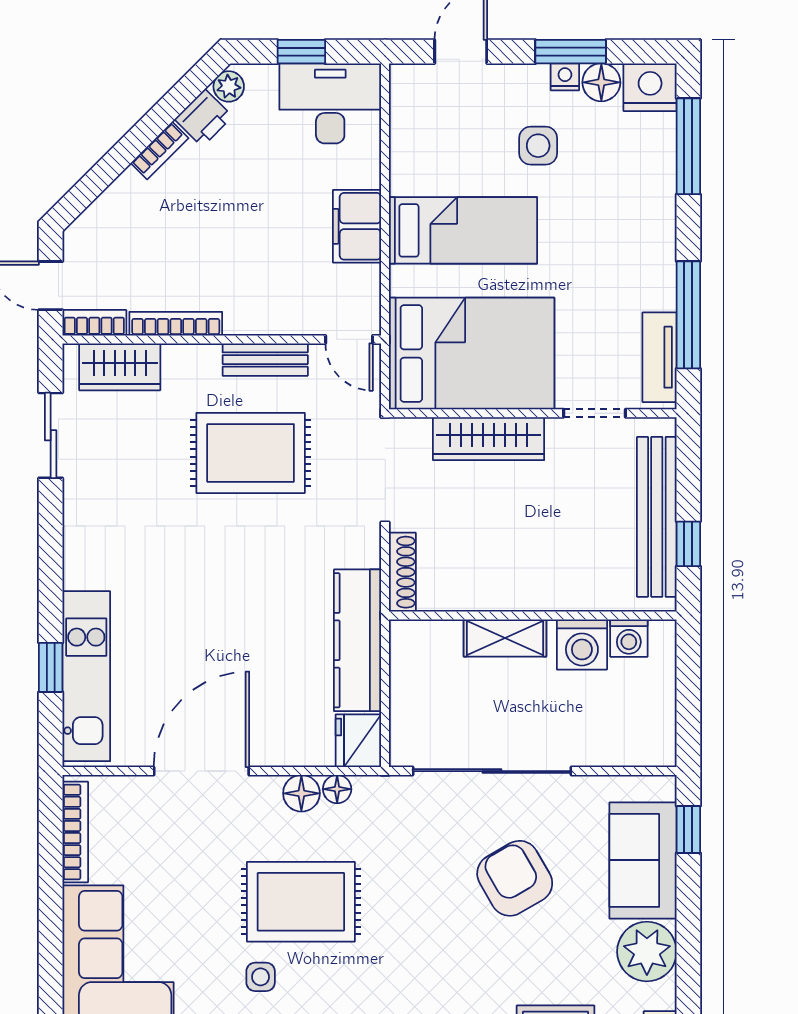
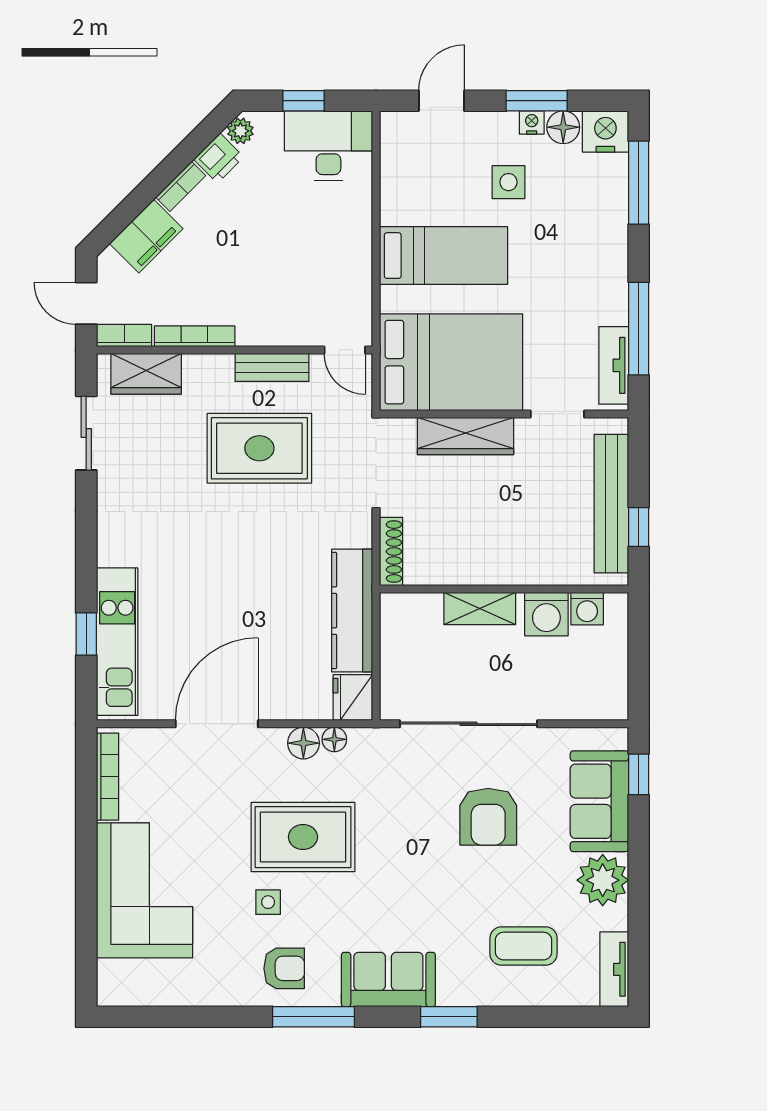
filing cabinet: (357, 226) -> (146, 236), moved, turned -135
armchair: (515, 878) -> (488, 817), turned -150

